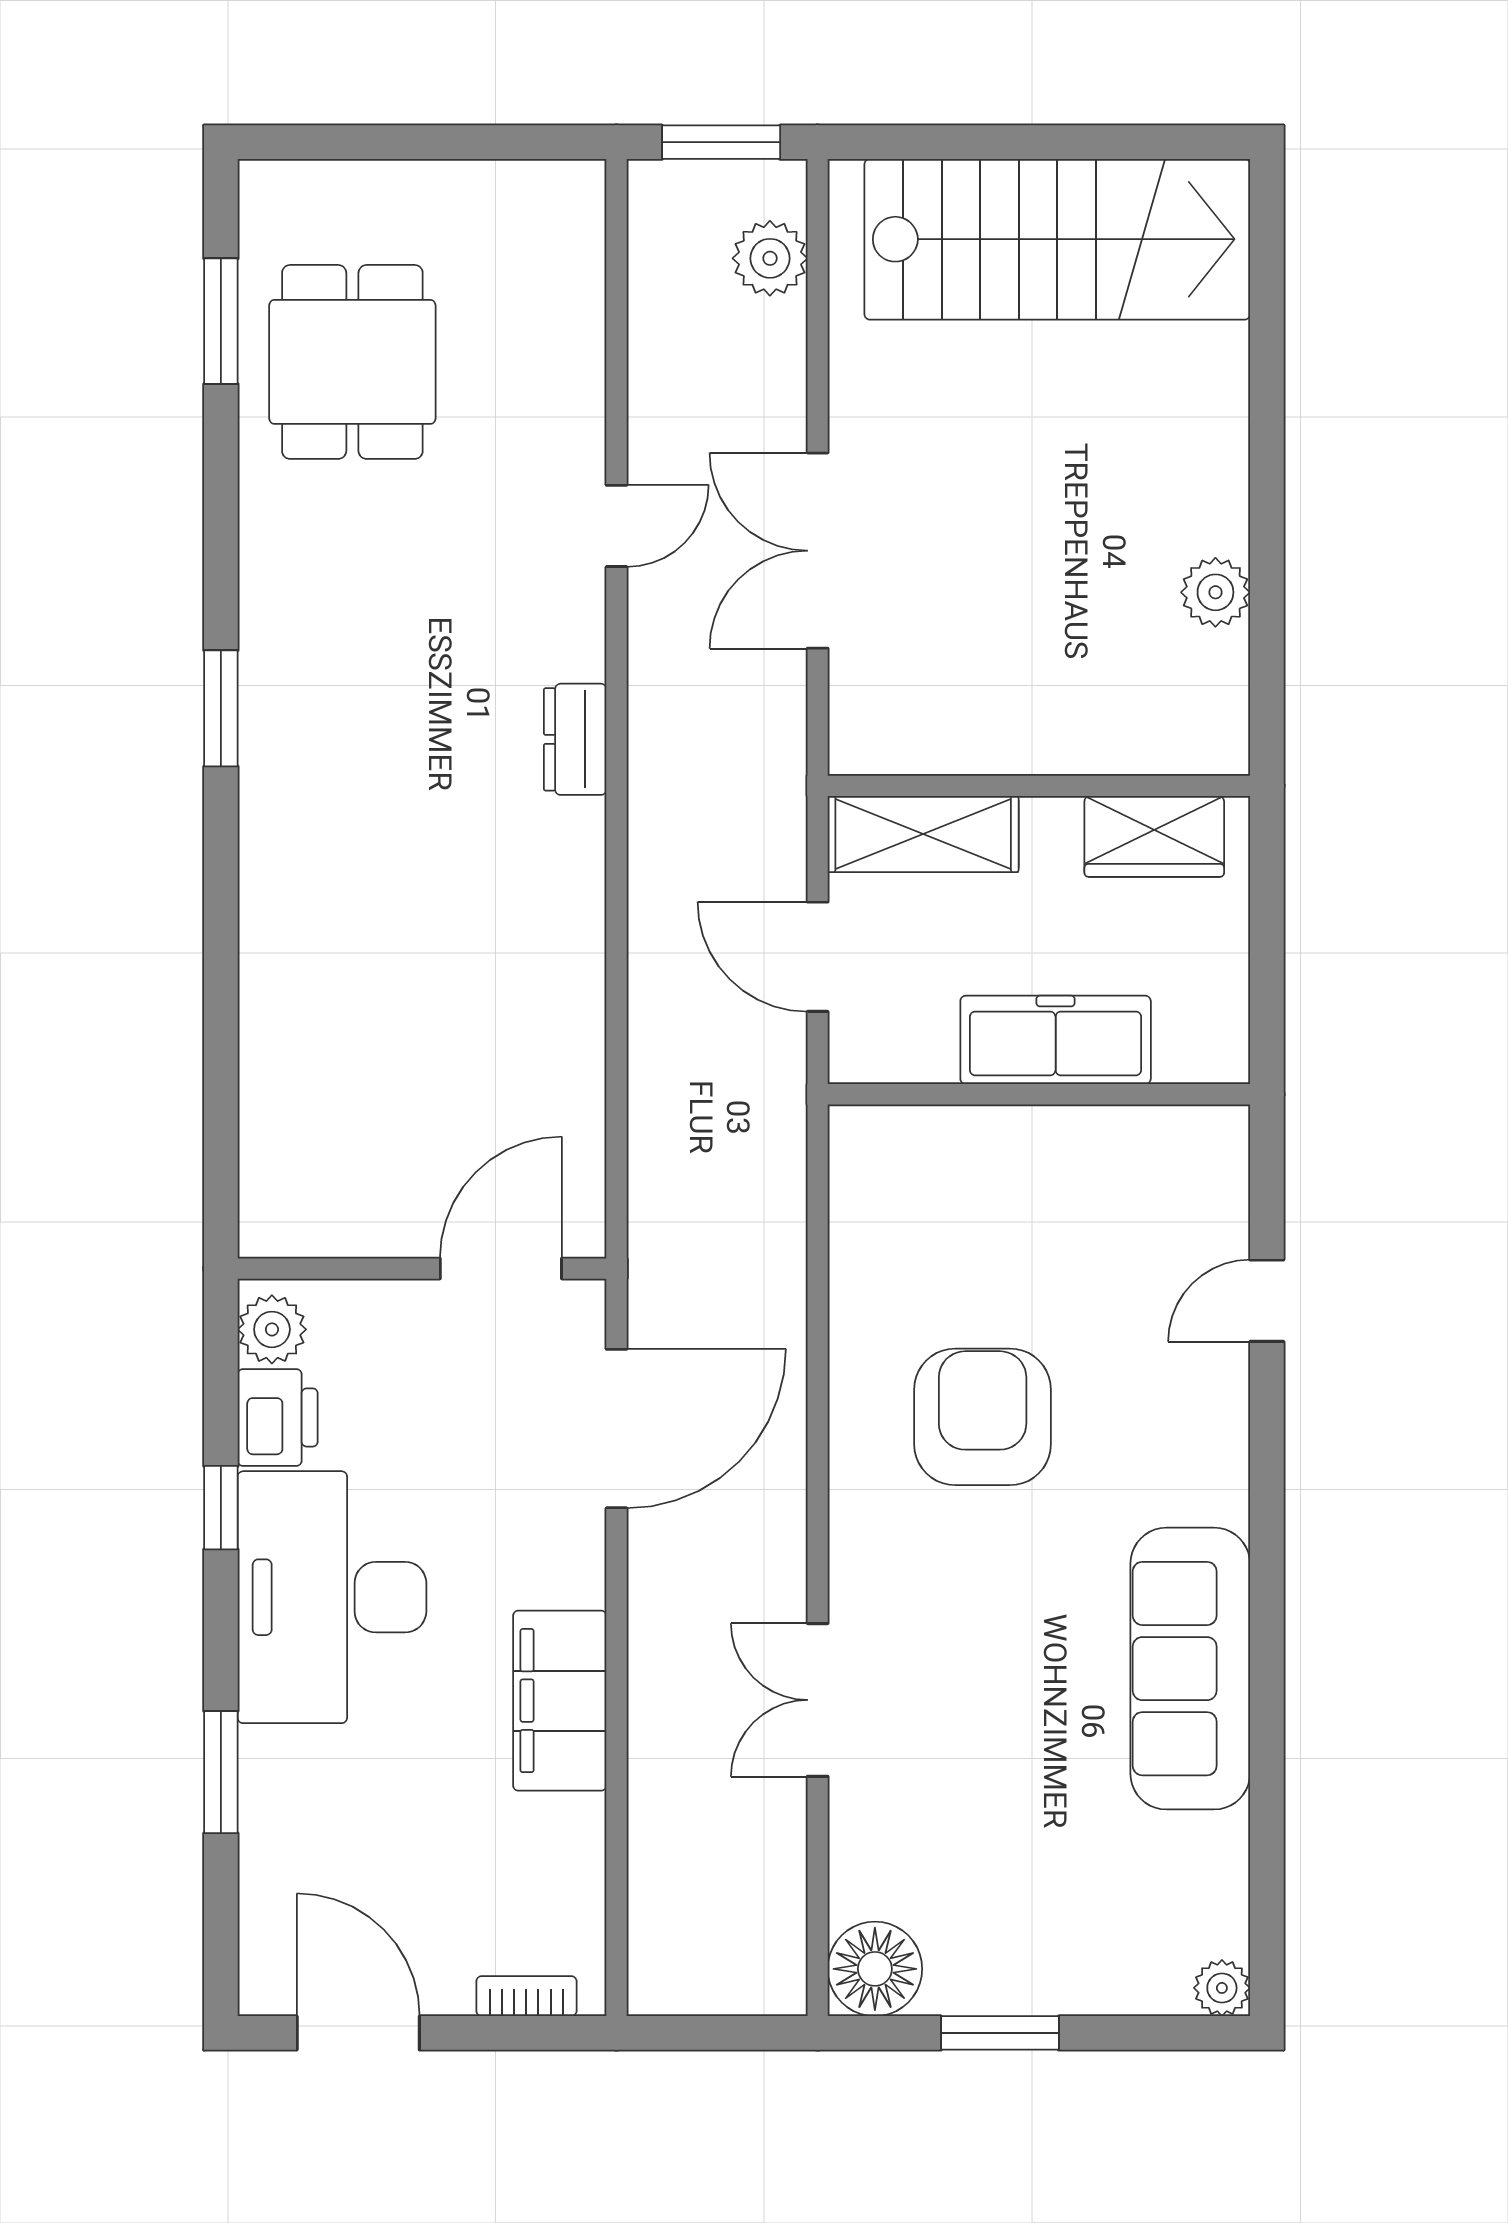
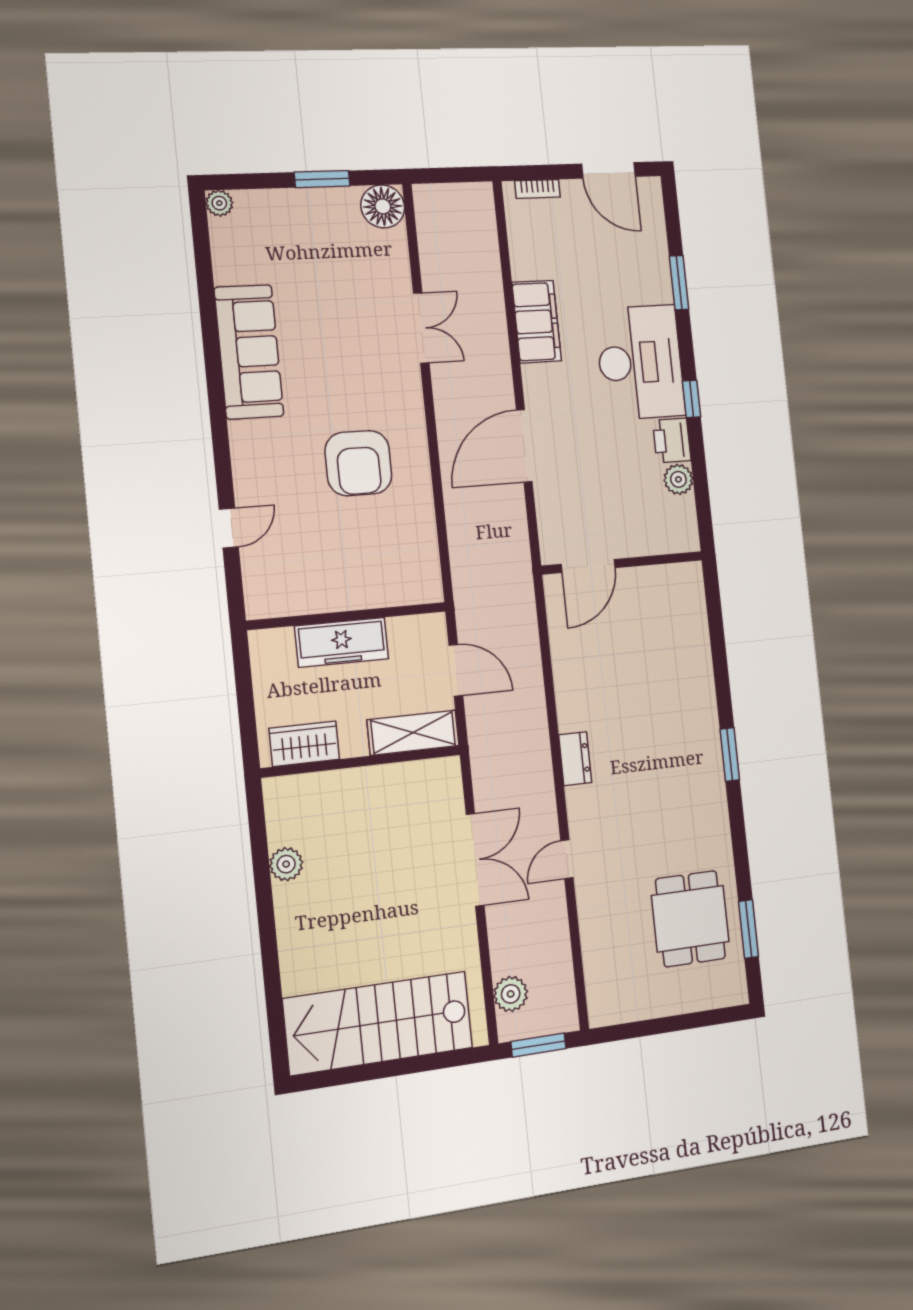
wall: (422, 1269) -> (622, 563), moved
door: (501, 1269) -> (588, 566), moved

